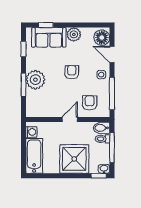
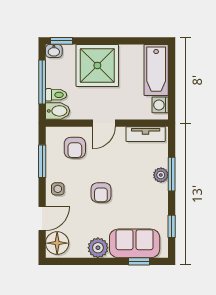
door: (112, 54) -> (42, 219), hinge flipped
plant: (35, 80) -> (161, 175), width x0.53, depth x0.53
window: (112, 93) -> (42, 161), width x0.69
tv unit: (41, 112) -> (146, 134), added

